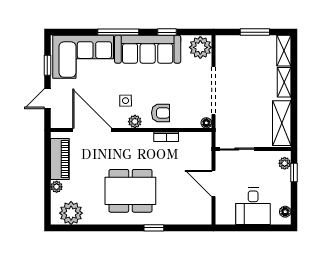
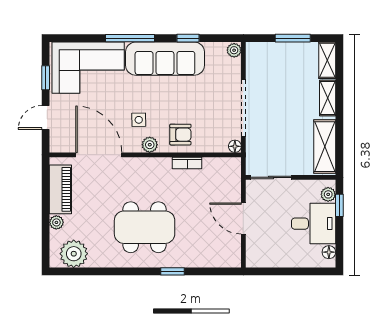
plant: (200, 47) -> (234, 50), width x0.53, depth x0.53
desk: (253, 206) -> (314, 224), moved, turned -90

